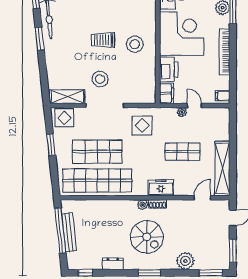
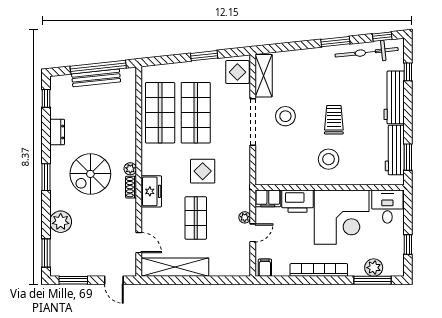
display table: (142, 125) -> (203, 171), moved
shop shelf: (97, 180) -> (160, 113), width x0.71

